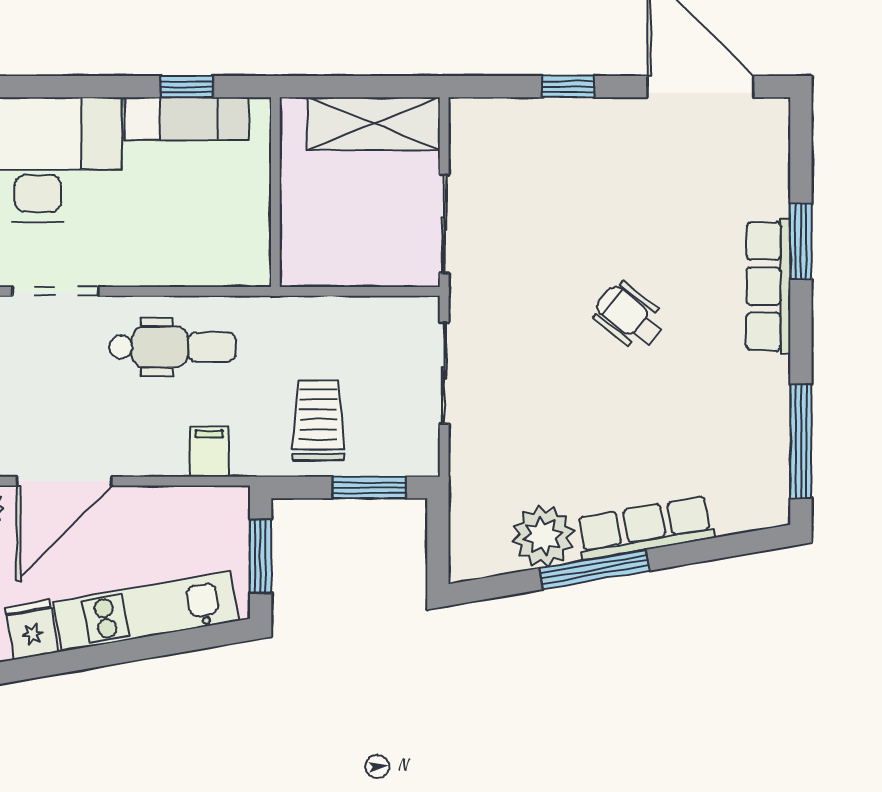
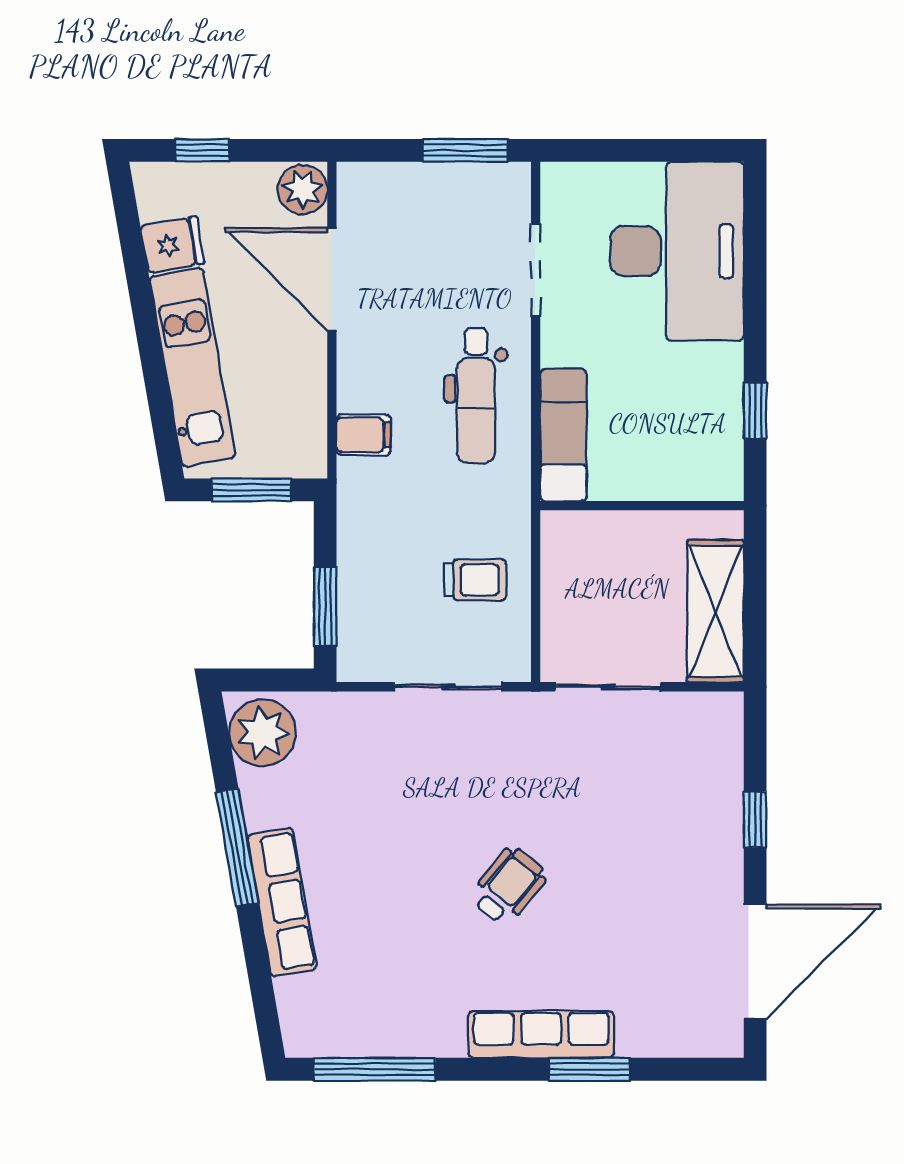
exam couch: (187, 119) -> (563, 435), moved, turned 180
trolley: (318, 420) -> (475, 580), moved, width x0.73, depth x0.72
plant: (543, 536) -> (263, 733), moved

